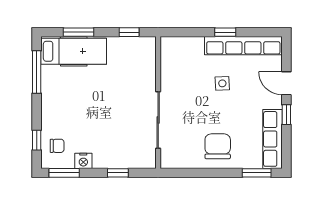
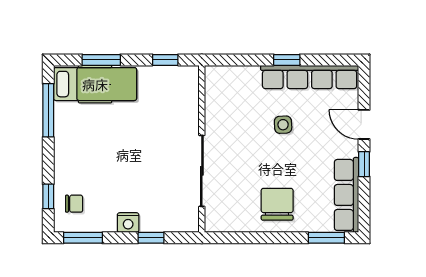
nightstand: (83, 161) -> (128, 223), moved

